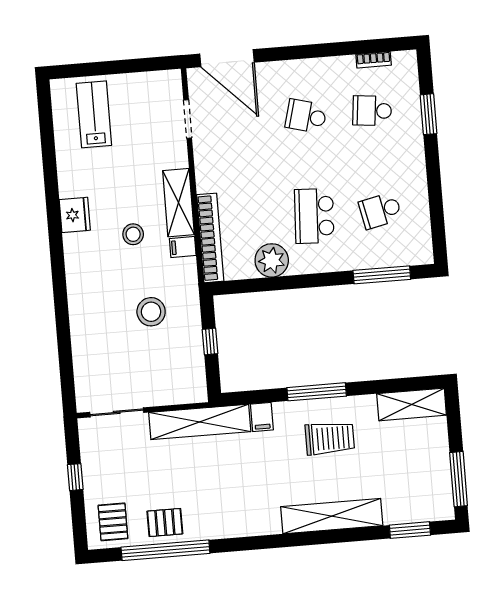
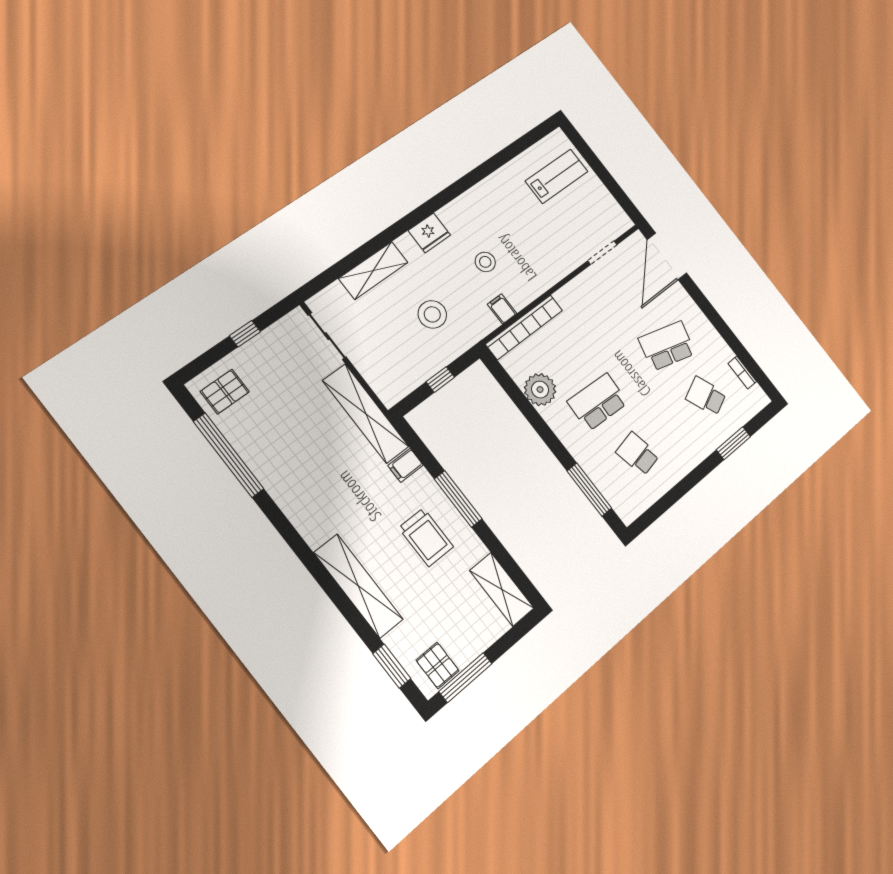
school desk: (372, 111) -> (706, 396), turned -30
school desk: (306, 116) -> (667, 346), width x1.85
shelving: (178, 203) -> (373, 270), moved
fridge: (75, 215) -> (429, 233), moved
pallet: (165, 523) -> (438, 665), moved

